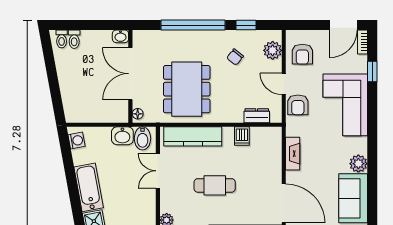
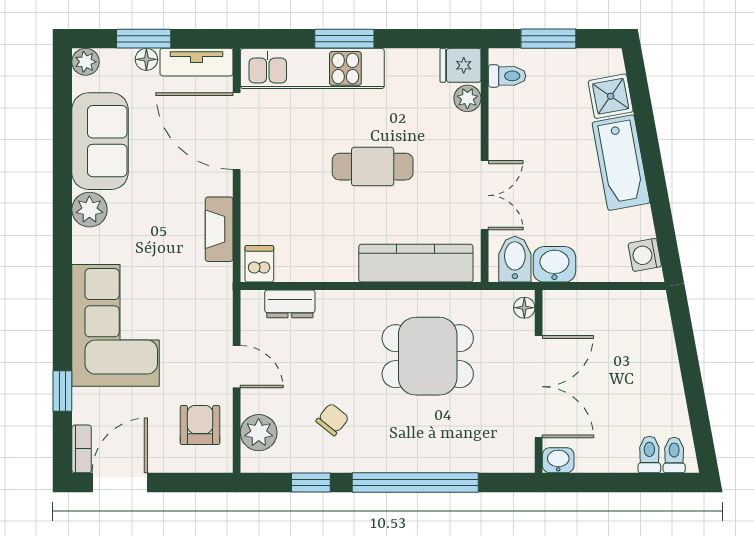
dining table: (187, 89) -> (428, 356), width x0.73
armchair: (298, 105) -> (209, 325), removed
dishwasher: (242, 136) -> (259, 264), moved

